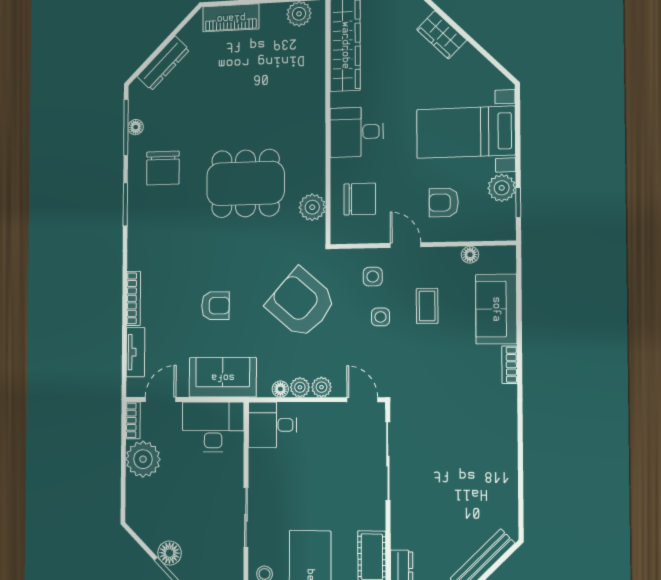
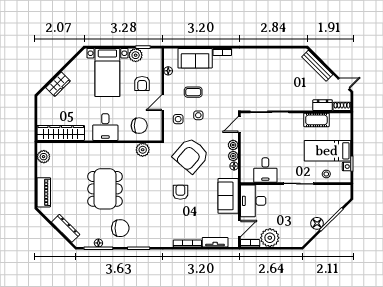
dining table: (245, 183) -> (105, 189), moved
chair: (360, 199) -> (139, 126), turned 90
armchair: (215, 306) -> (180, 192), moved
door: (161, 399) -> (239, 229), swing flipped
desk: (272, 425) -> (265, 170), moved

